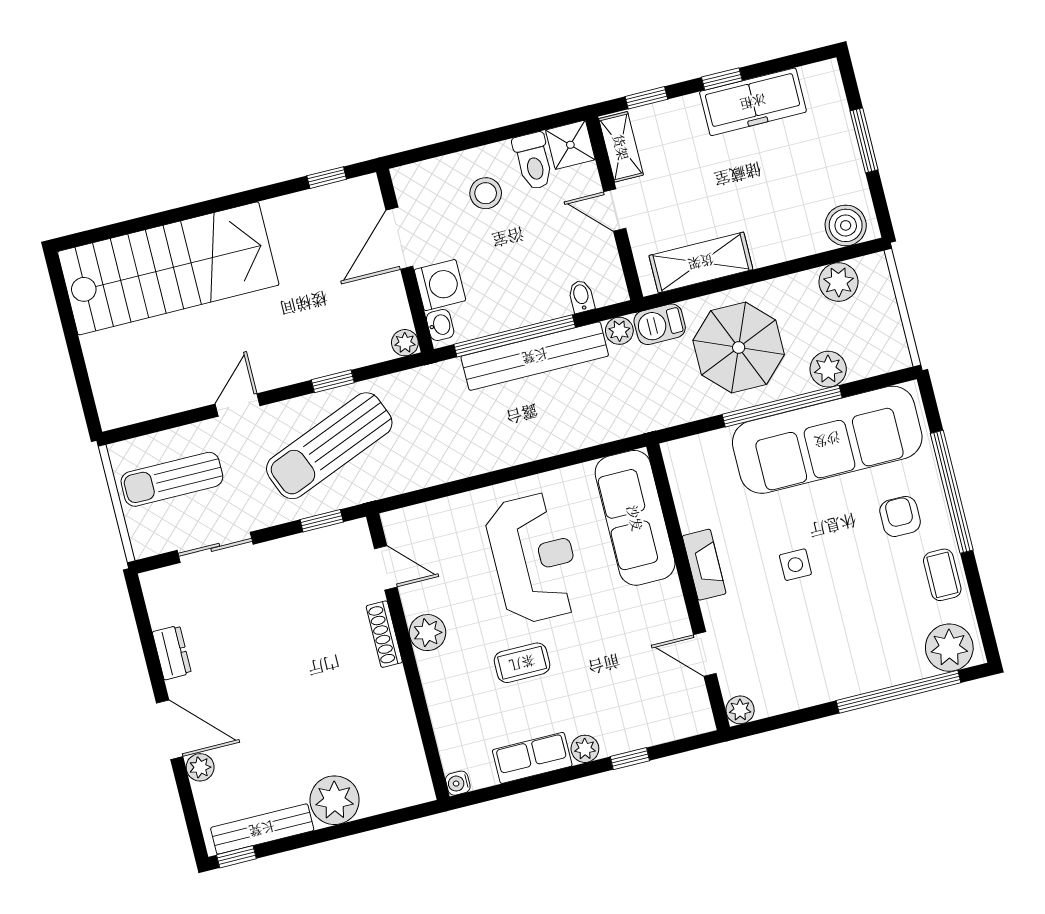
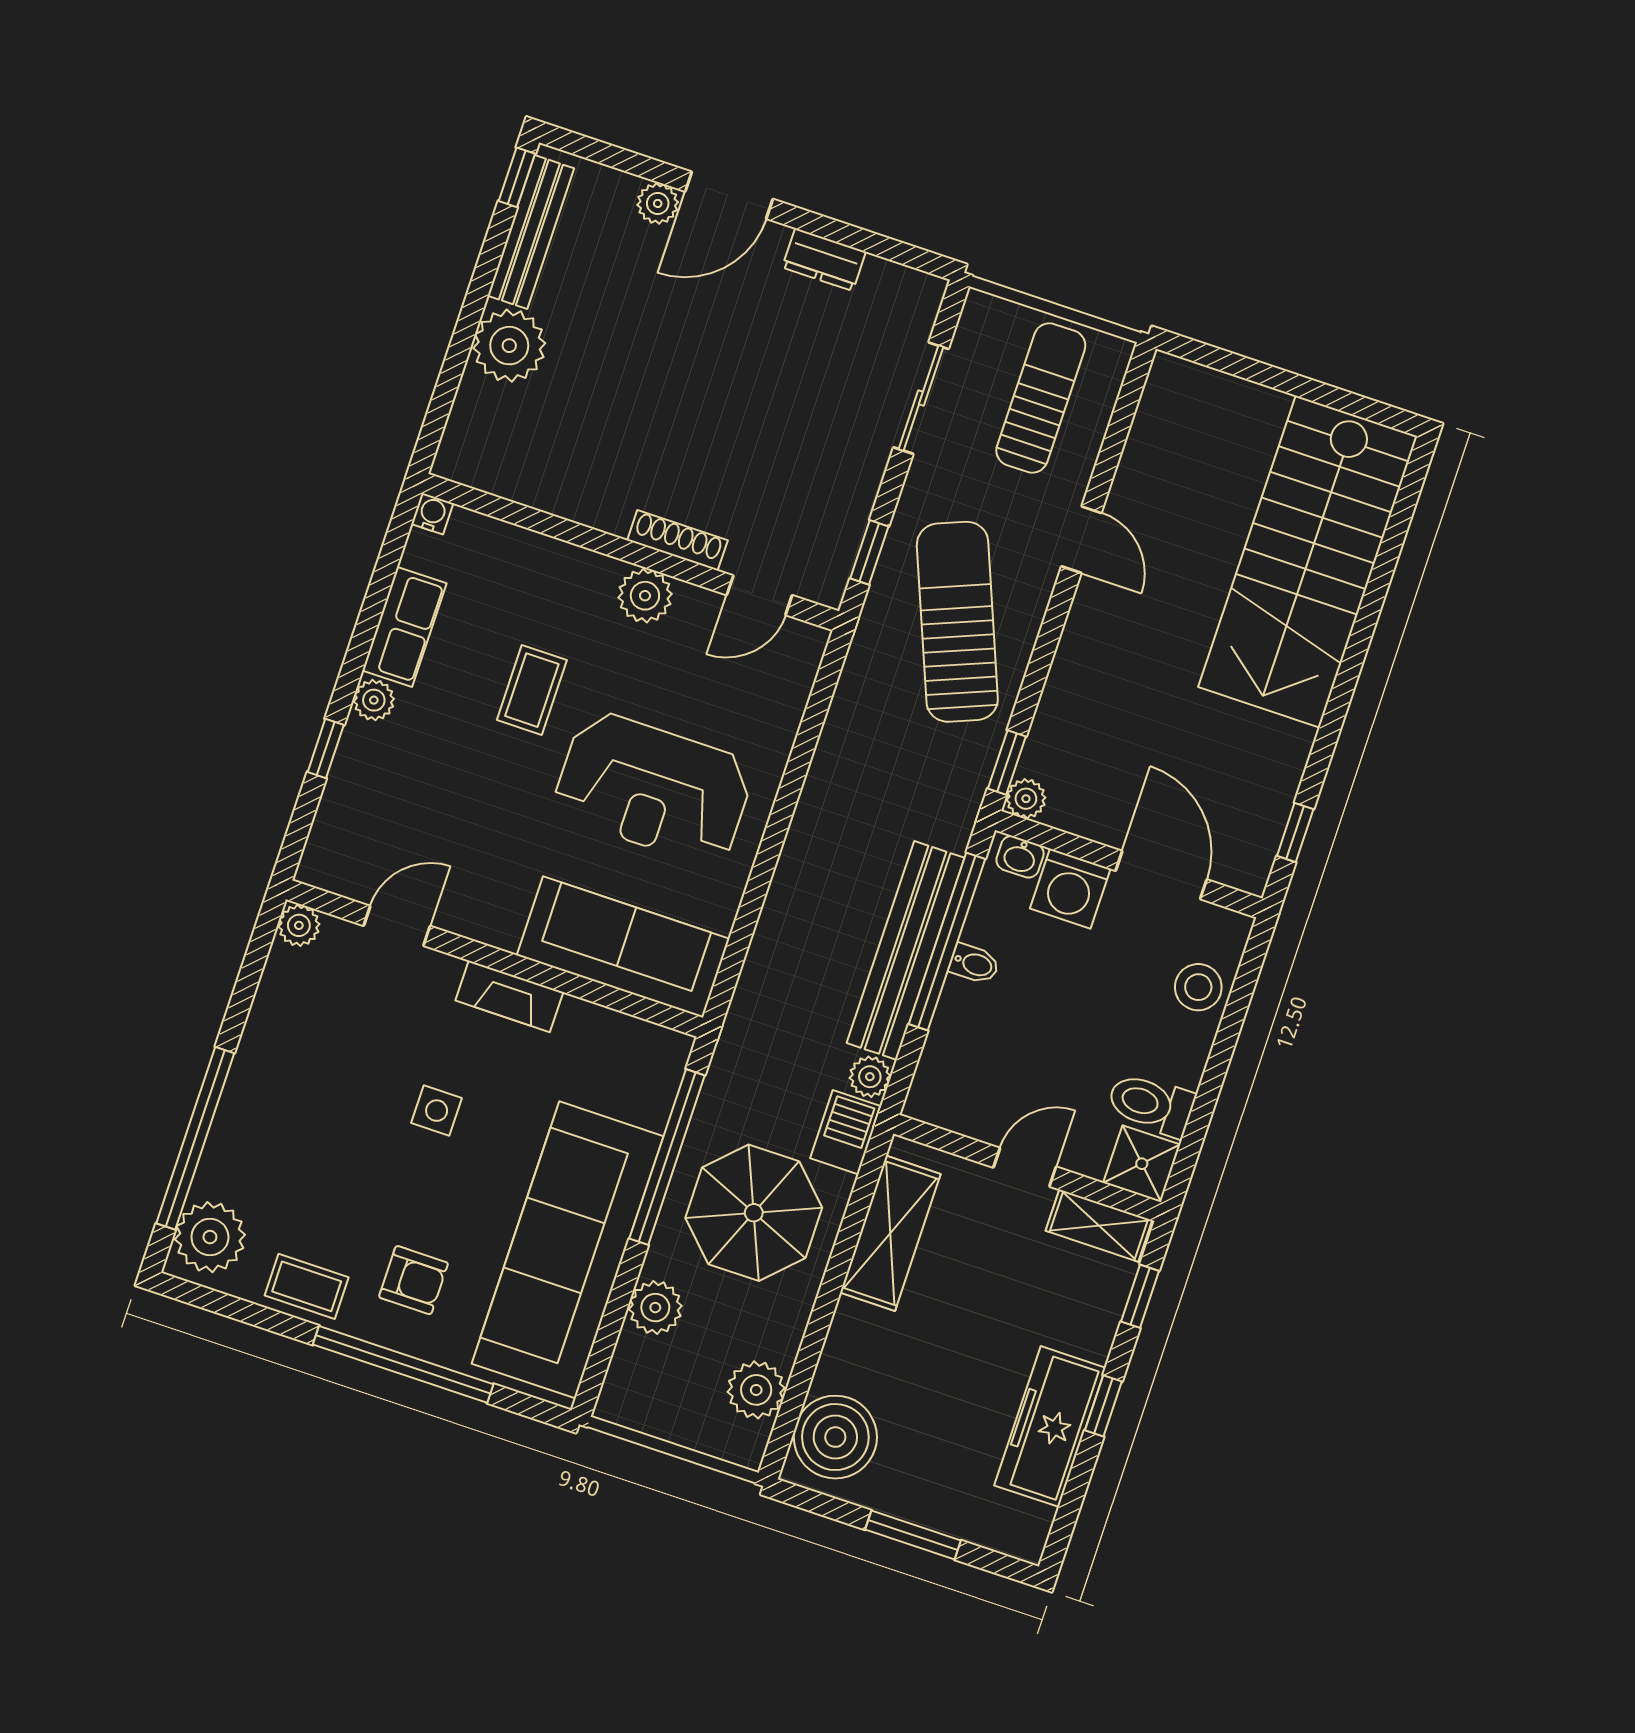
stool: (486, 193) -> (1198, 987), moved
boiler: (846, 225) -> (835, 1437), width x1.37, depth x1.37
bidet: (581, 296) -> (974, 964), moved
window: (333, 381) -> (1007, 762), moved
window: (782, 406) -> (667, 1157), moved

